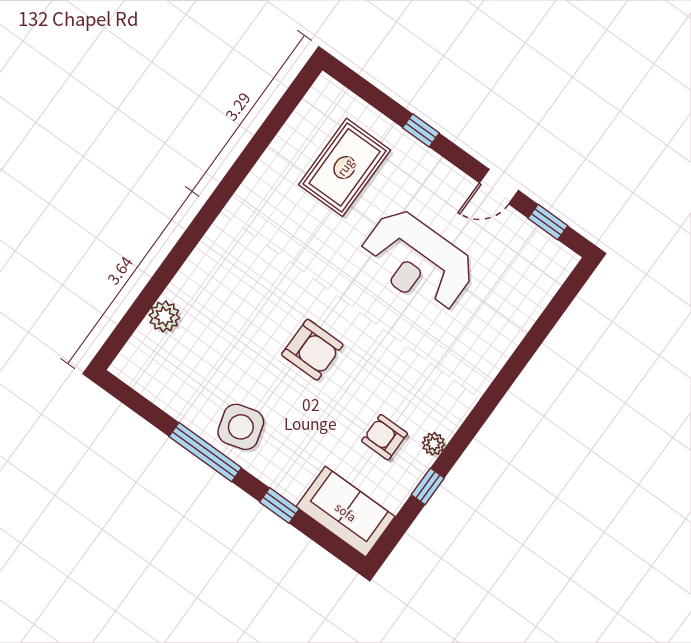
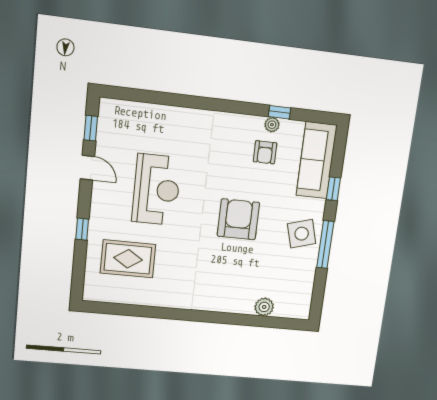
armchair: (312, 350) -> (238, 219), width x1.36, depth x1.36
plant: (434, 444) -> (272, 125), moved
sofa: (346, 512) -> (316, 160), width x1.36

